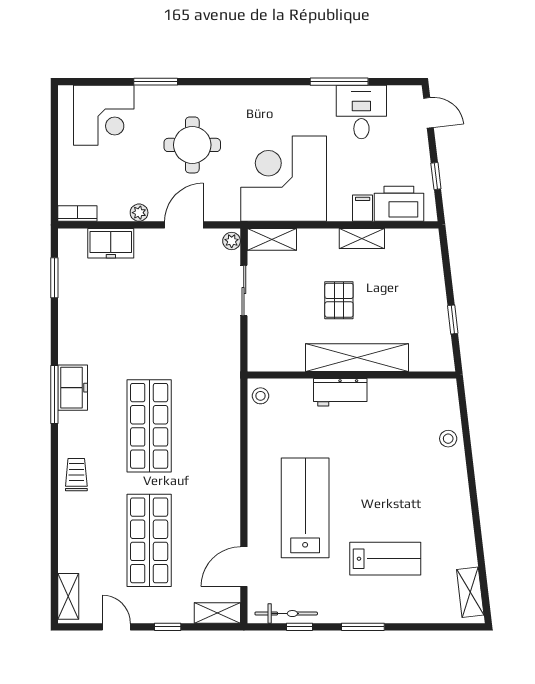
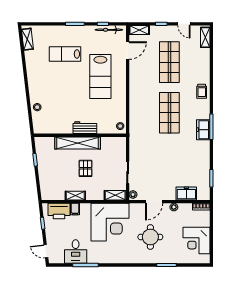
corner desk: (104, 115) -> (196, 240), moved, turned -90

